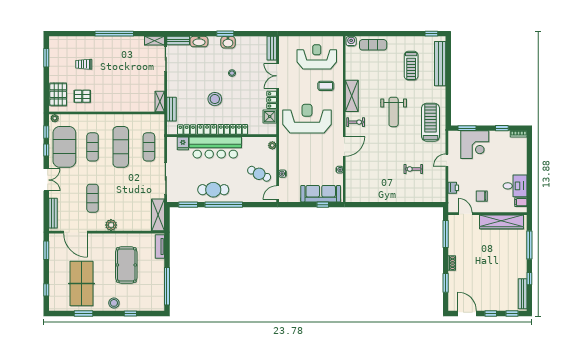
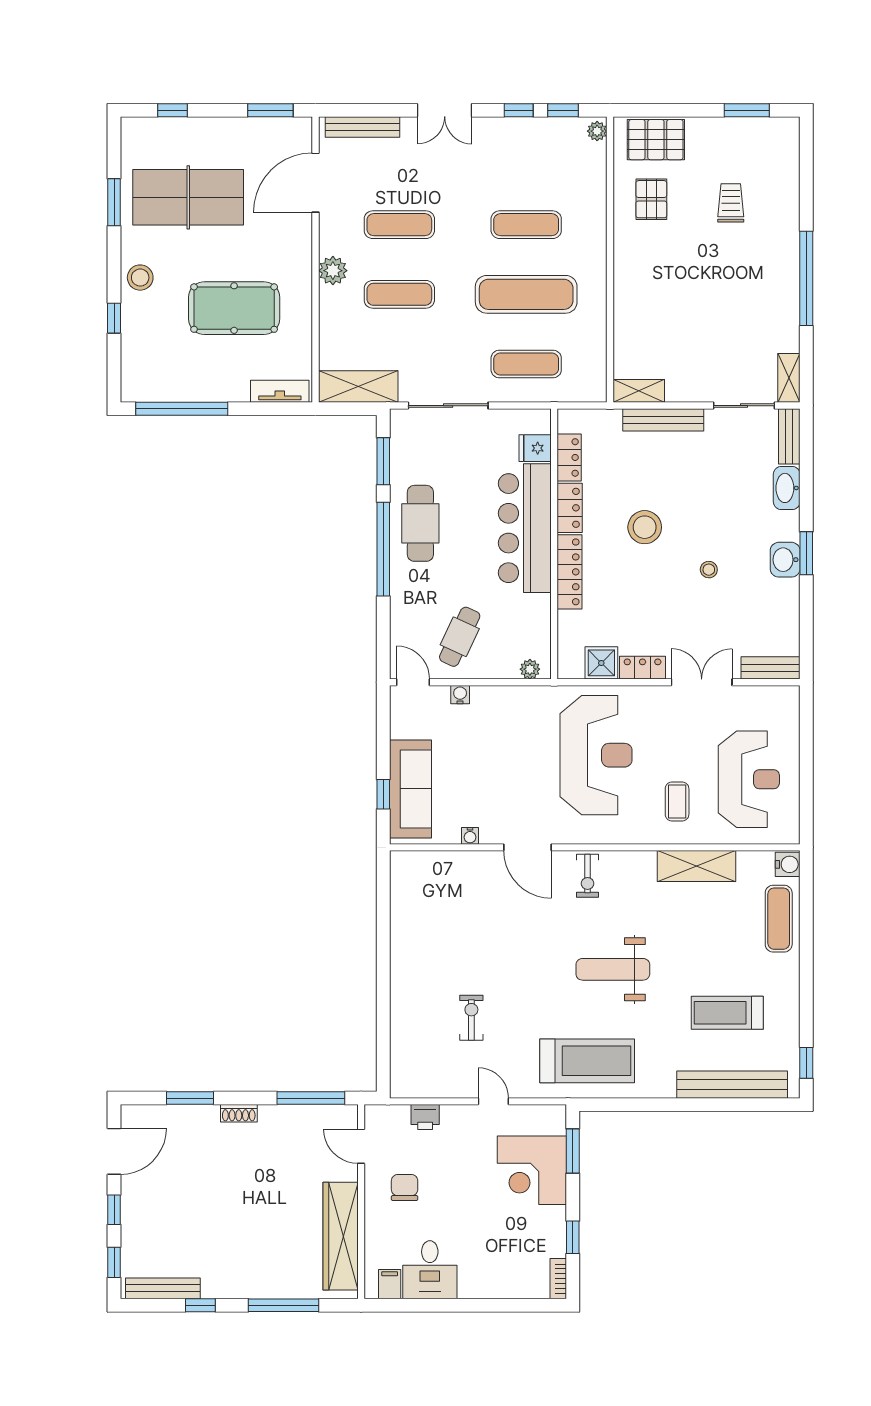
shelving: (352, 96) -> (696, 866), moved
bench: (171, 109) -> (663, 420), moved, width x1.36
exercise mat: (64, 147) -> (399, 294), moved, width x0.50, depth x0.69
door: (465, 214) -> (361, 1146), swing flipped

